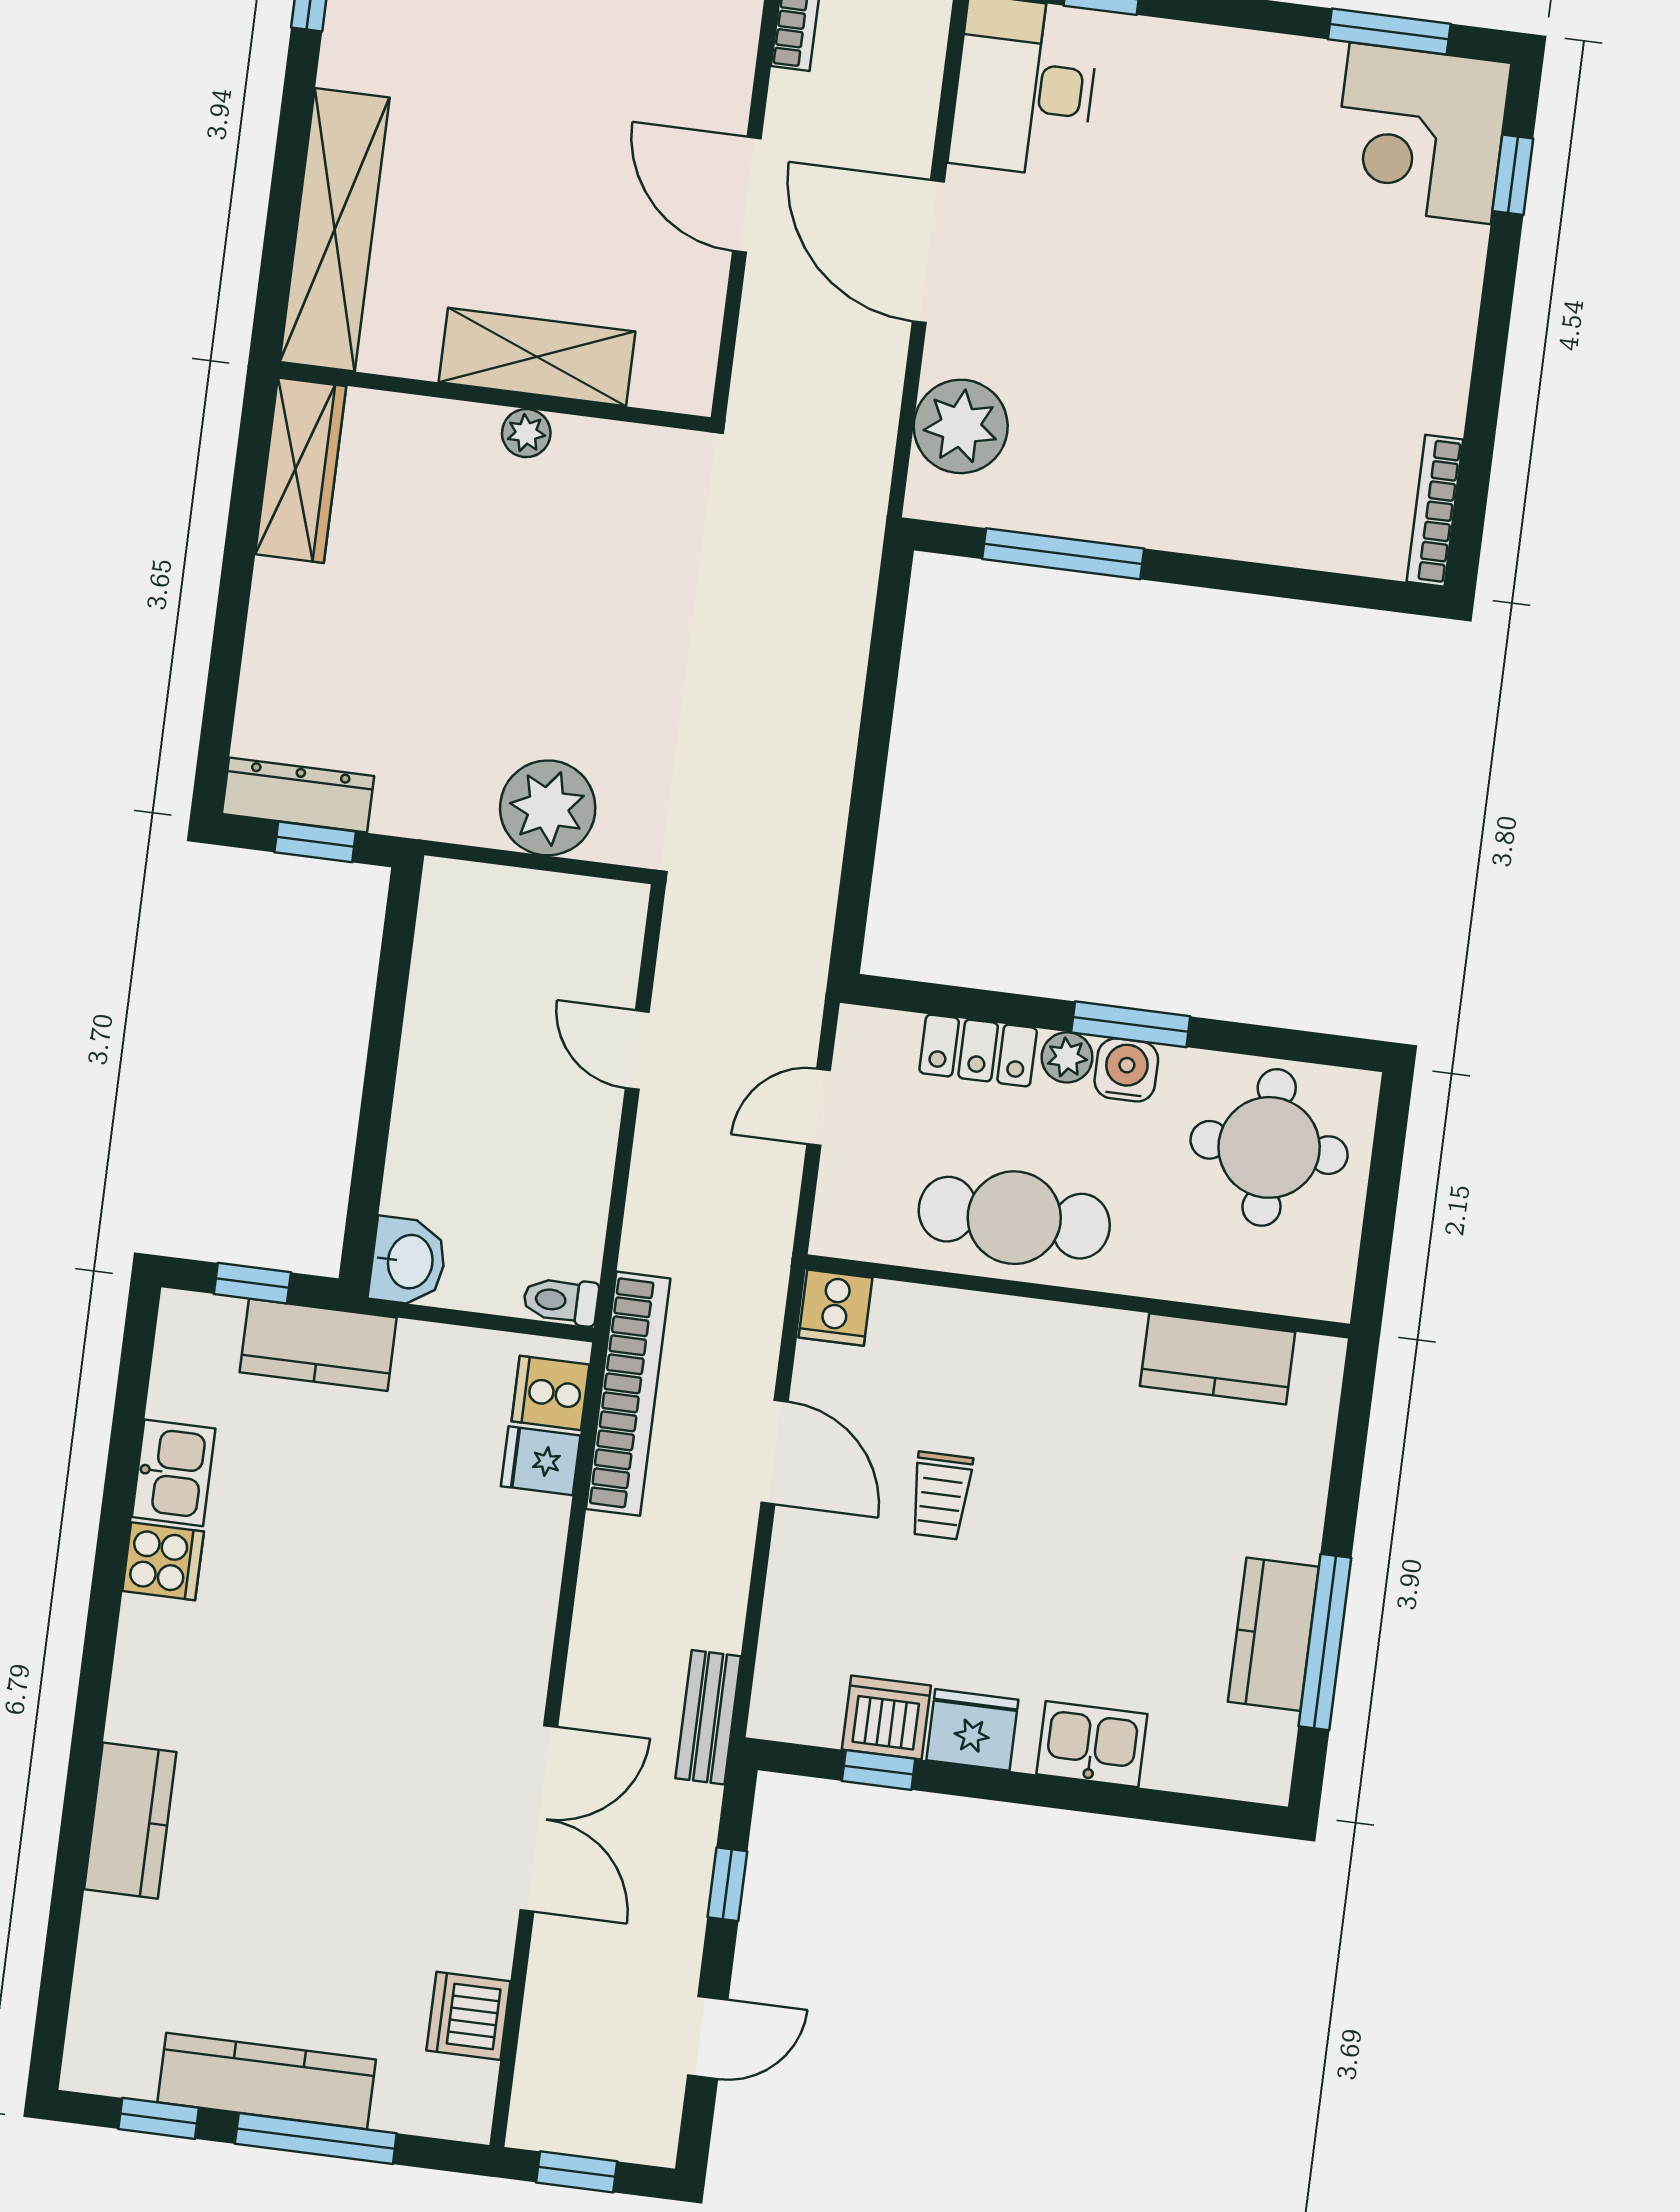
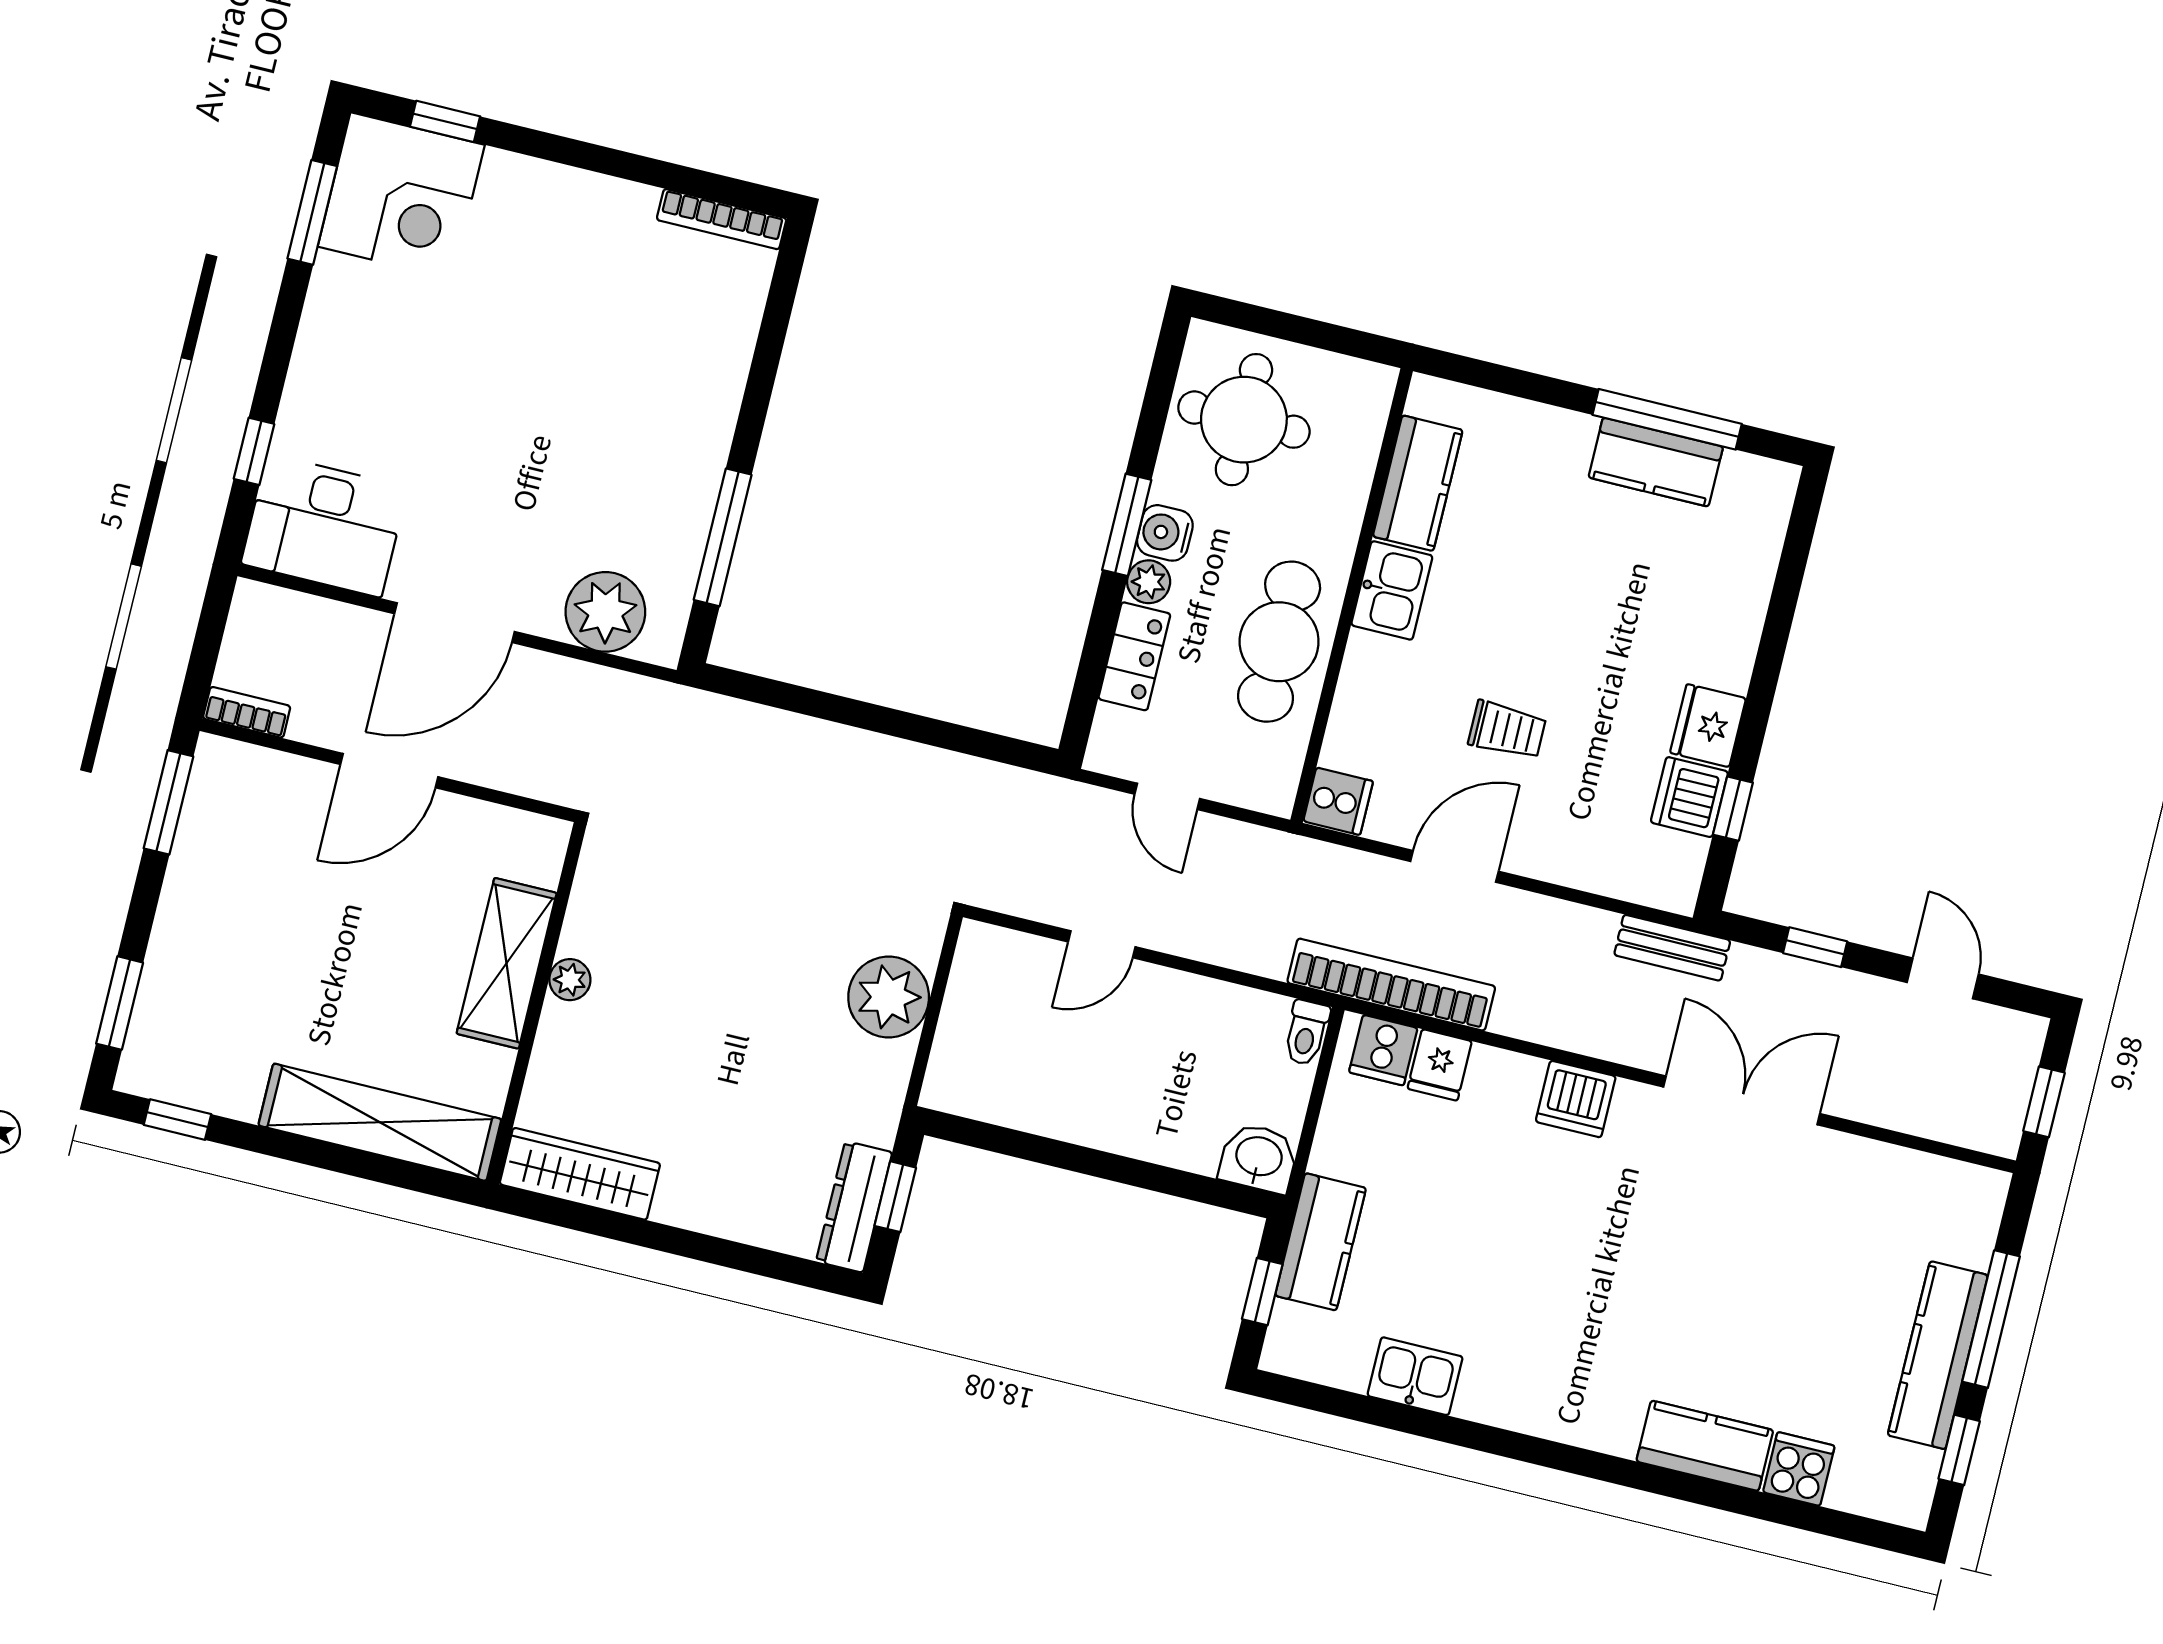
cooker: (163, 1561) -> (1799, 1469), moved
kitchen sink: (1092, 1744) -> (1392, 590), moved, turned 180
dishwasher: (468, 2016) -> (1576, 1099), moved

